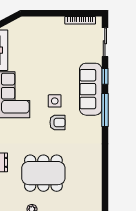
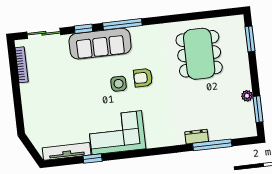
armchair: (57, 122) -> (143, 78), turned -90
dining table: (43, 173) -> (199, 54), moved

